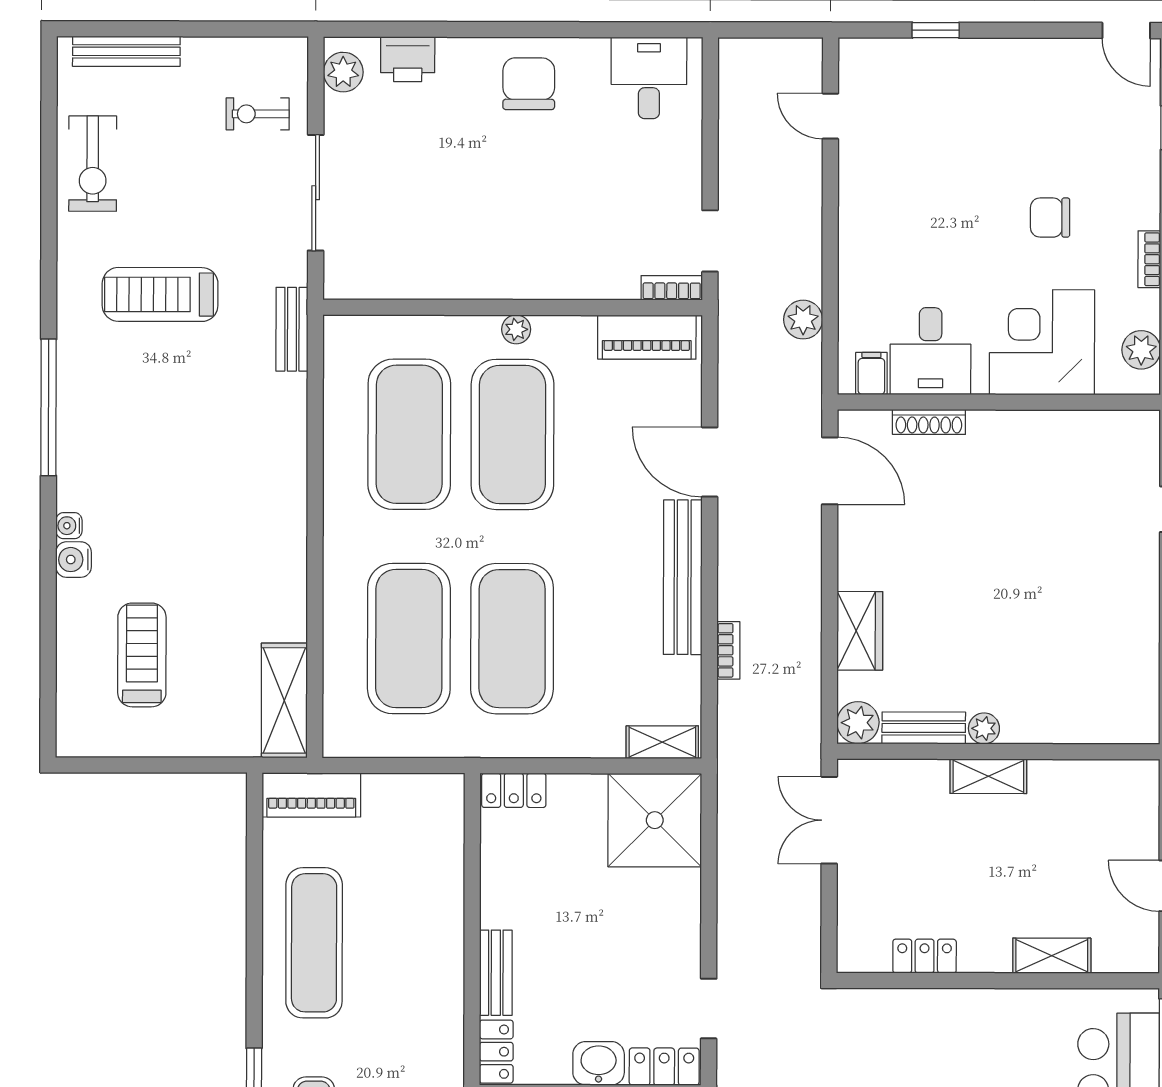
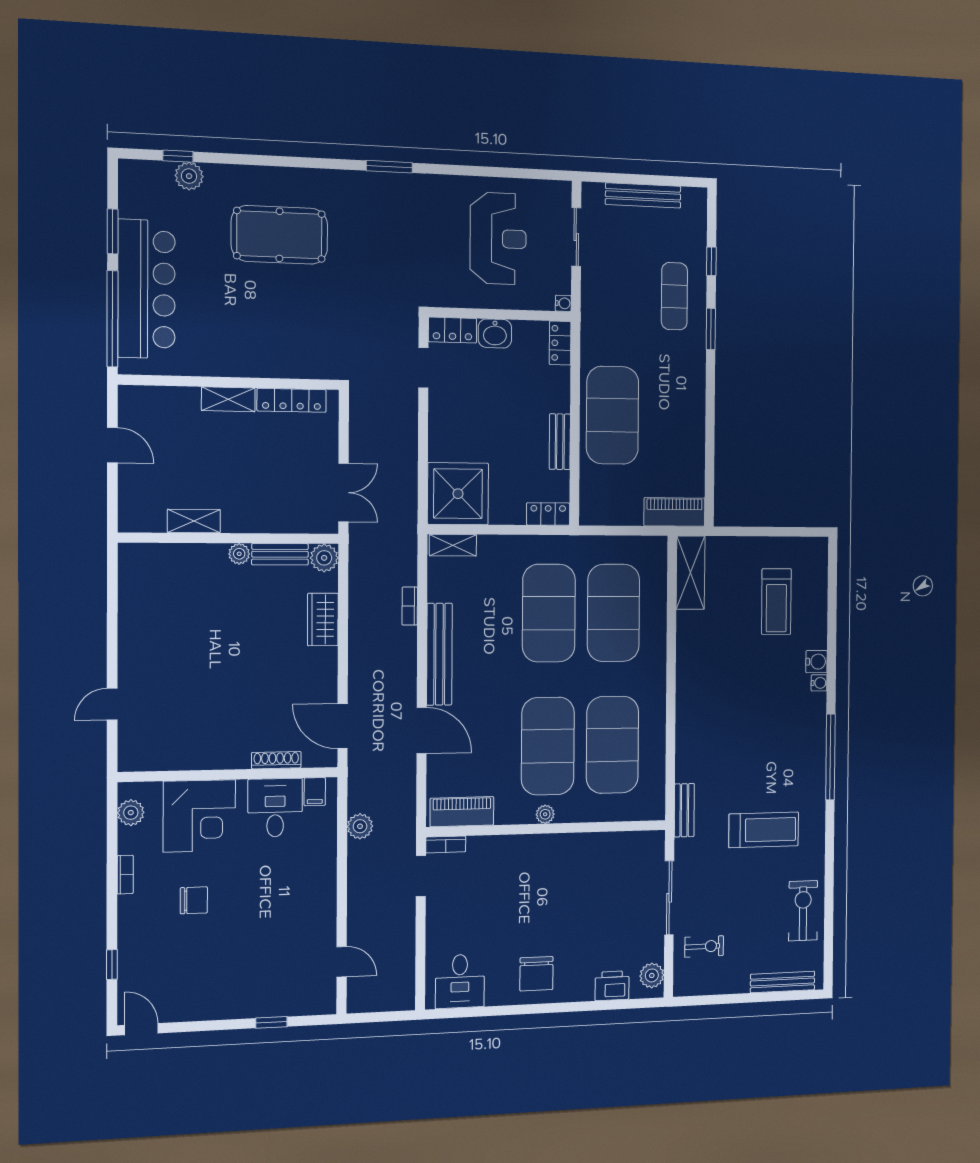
shelving: (988, 776) -> (194, 521), moved
exercise mat: (314, 943) -> (613, 415), moved, width x1.47
locker: (925, 956) -> (292, 400), width x1.53
shelving: (1052, 956) -> (228, 399), moved
bench: (496, 973) -> (560, 442), moved

